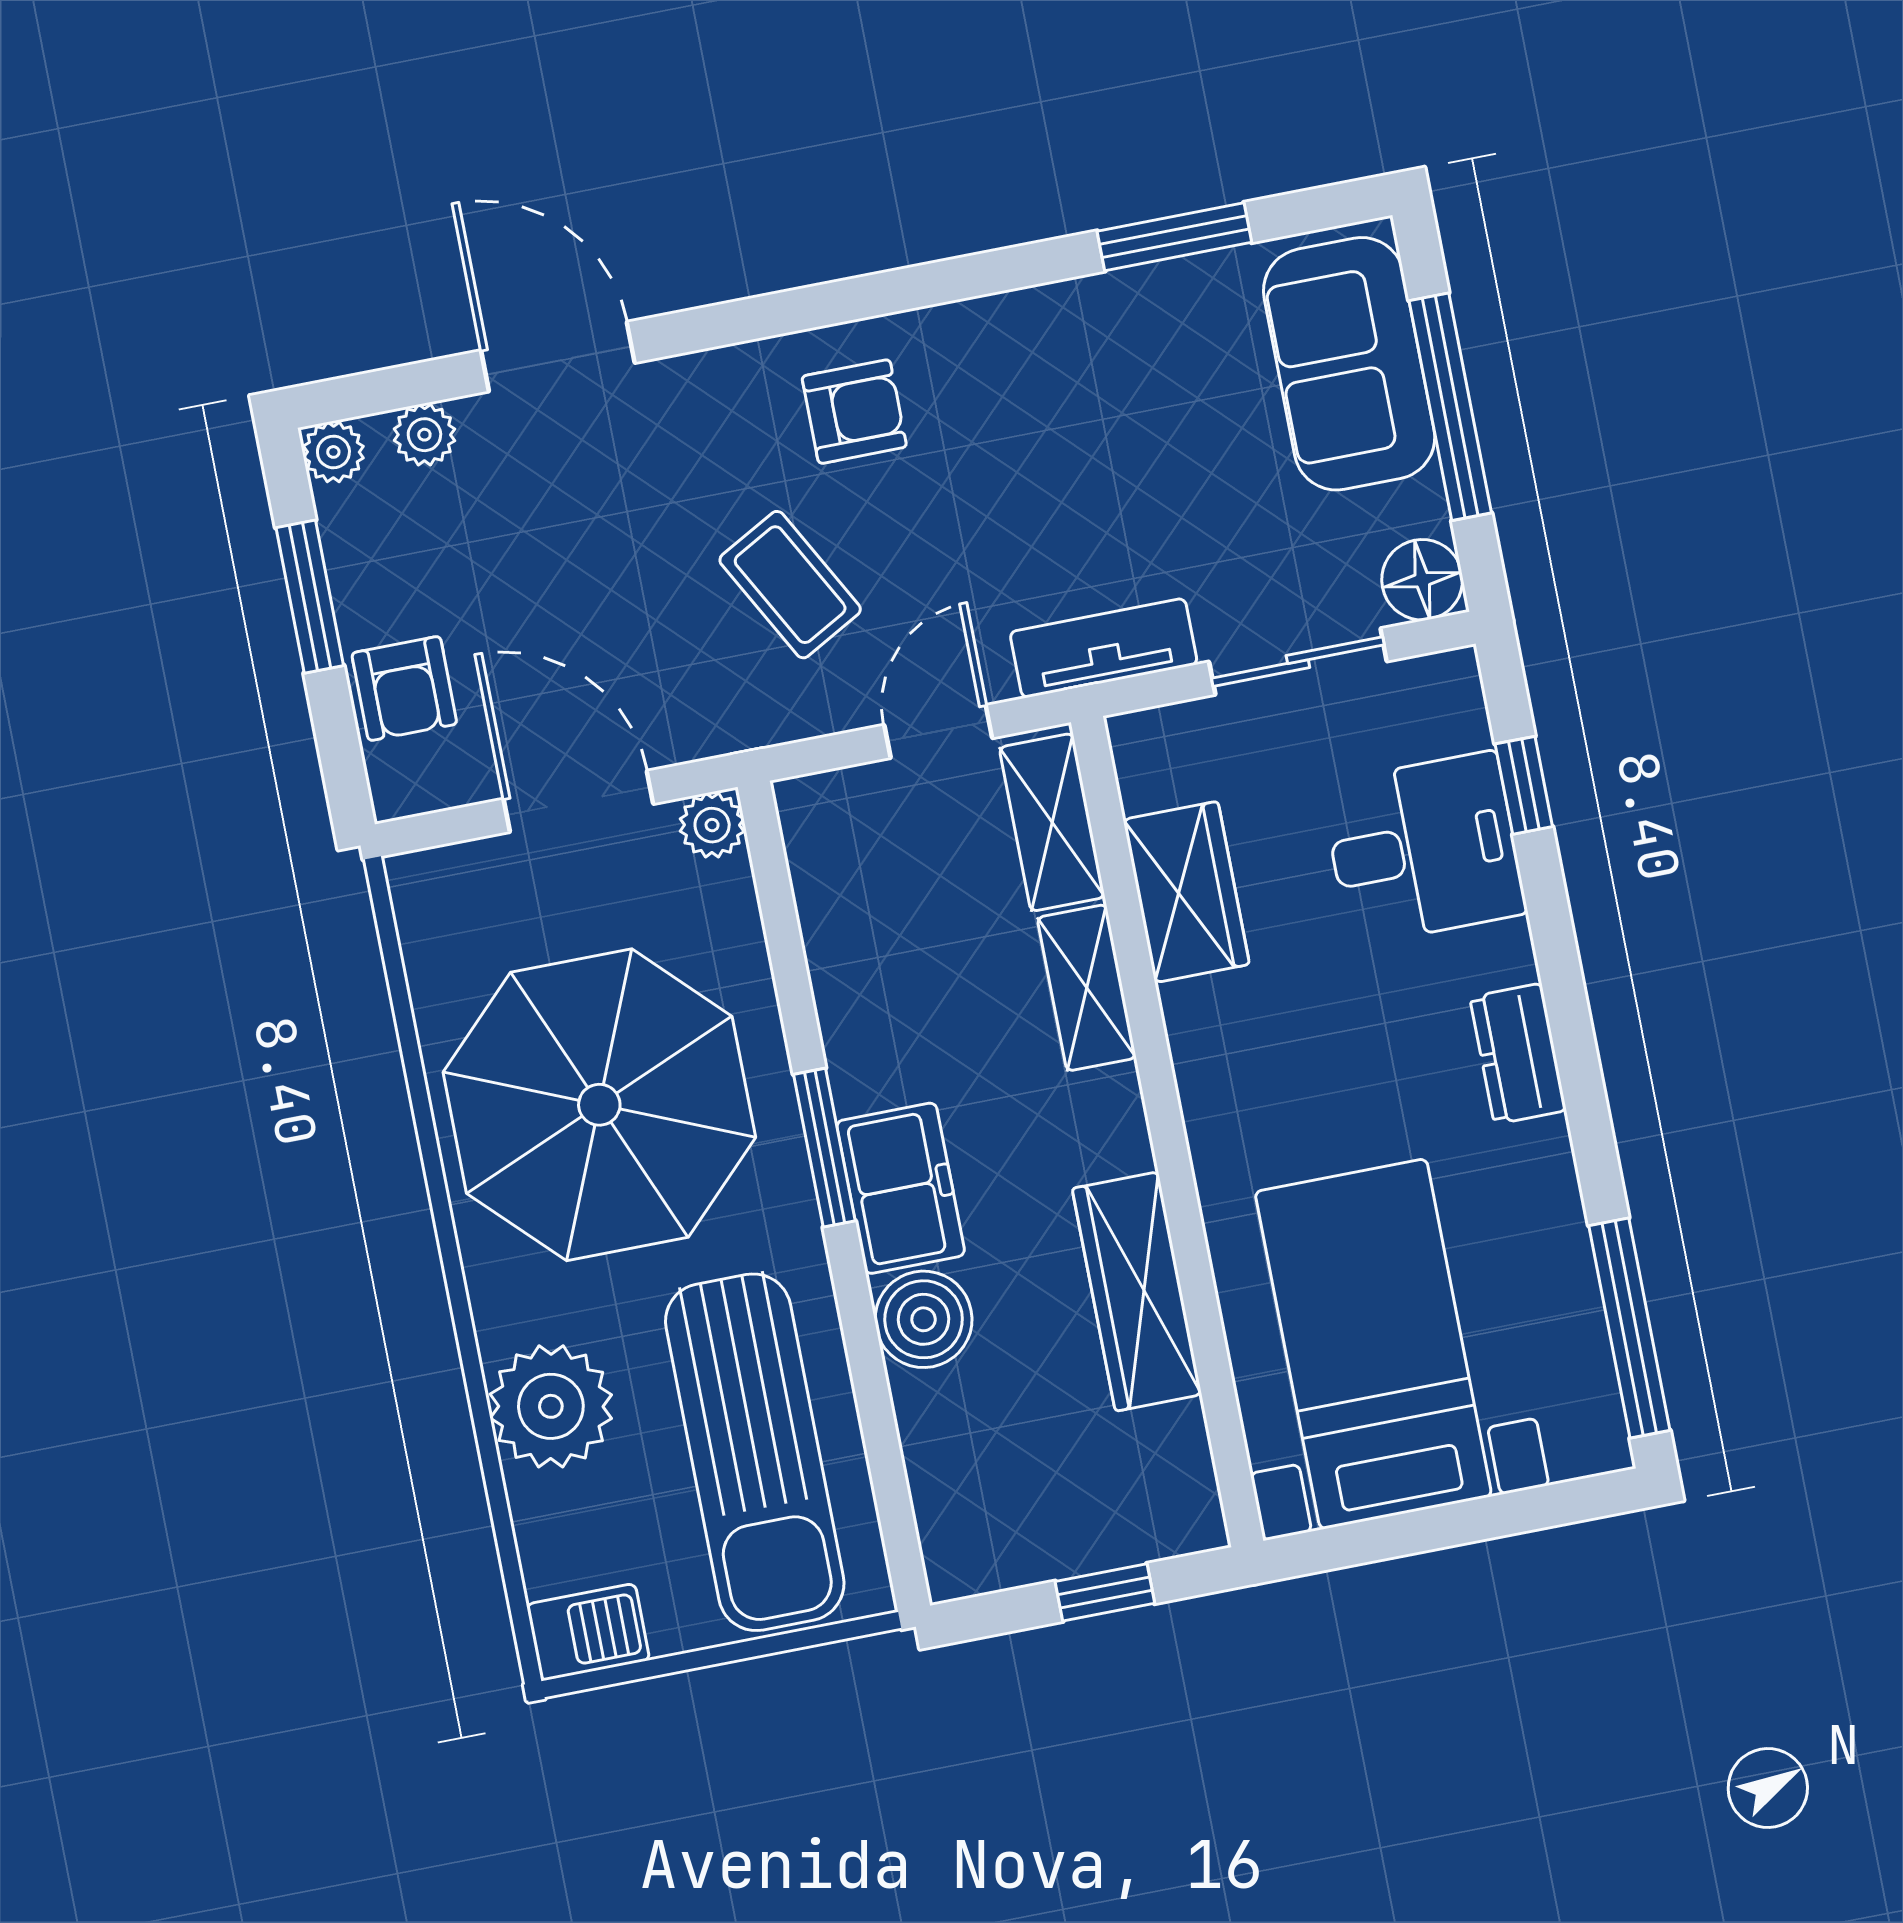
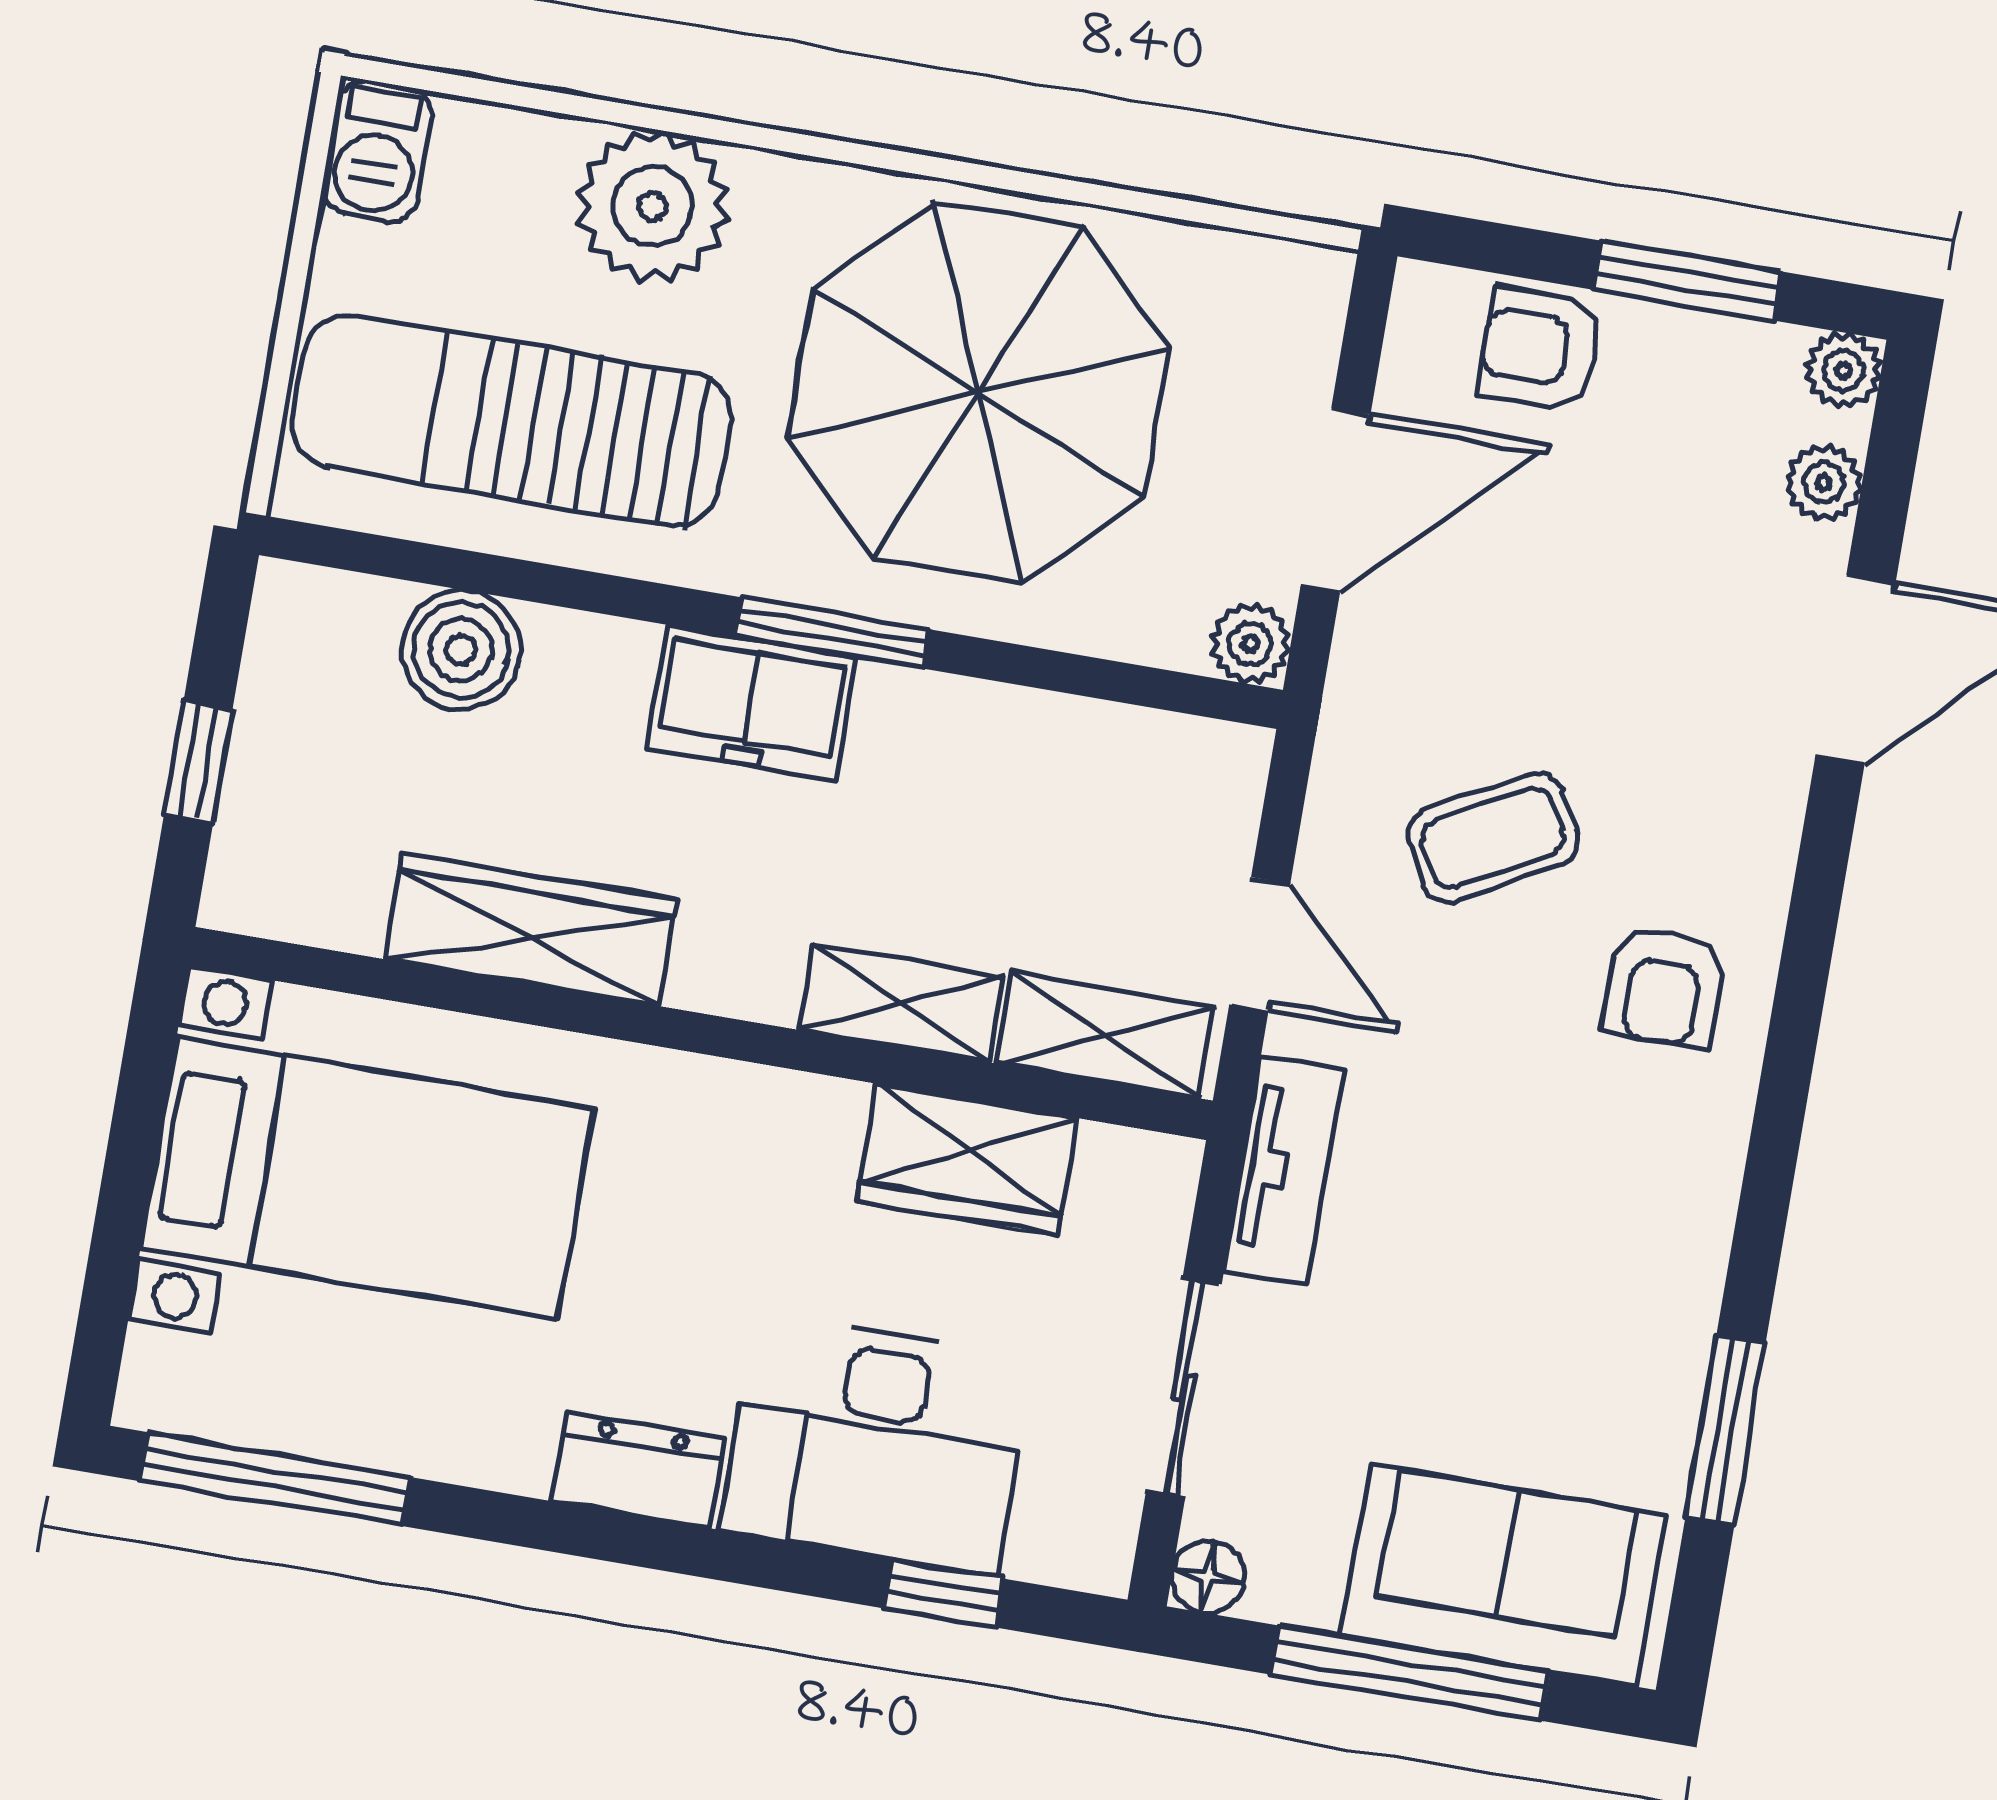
floor lamp: (1422, 580) -> (1208, 1577), width x0.73, depth x0.73
desk: (1424, 848) -> (877, 1444), width x1.37
boiler: (924, 1319) -> (461, 650), moved

